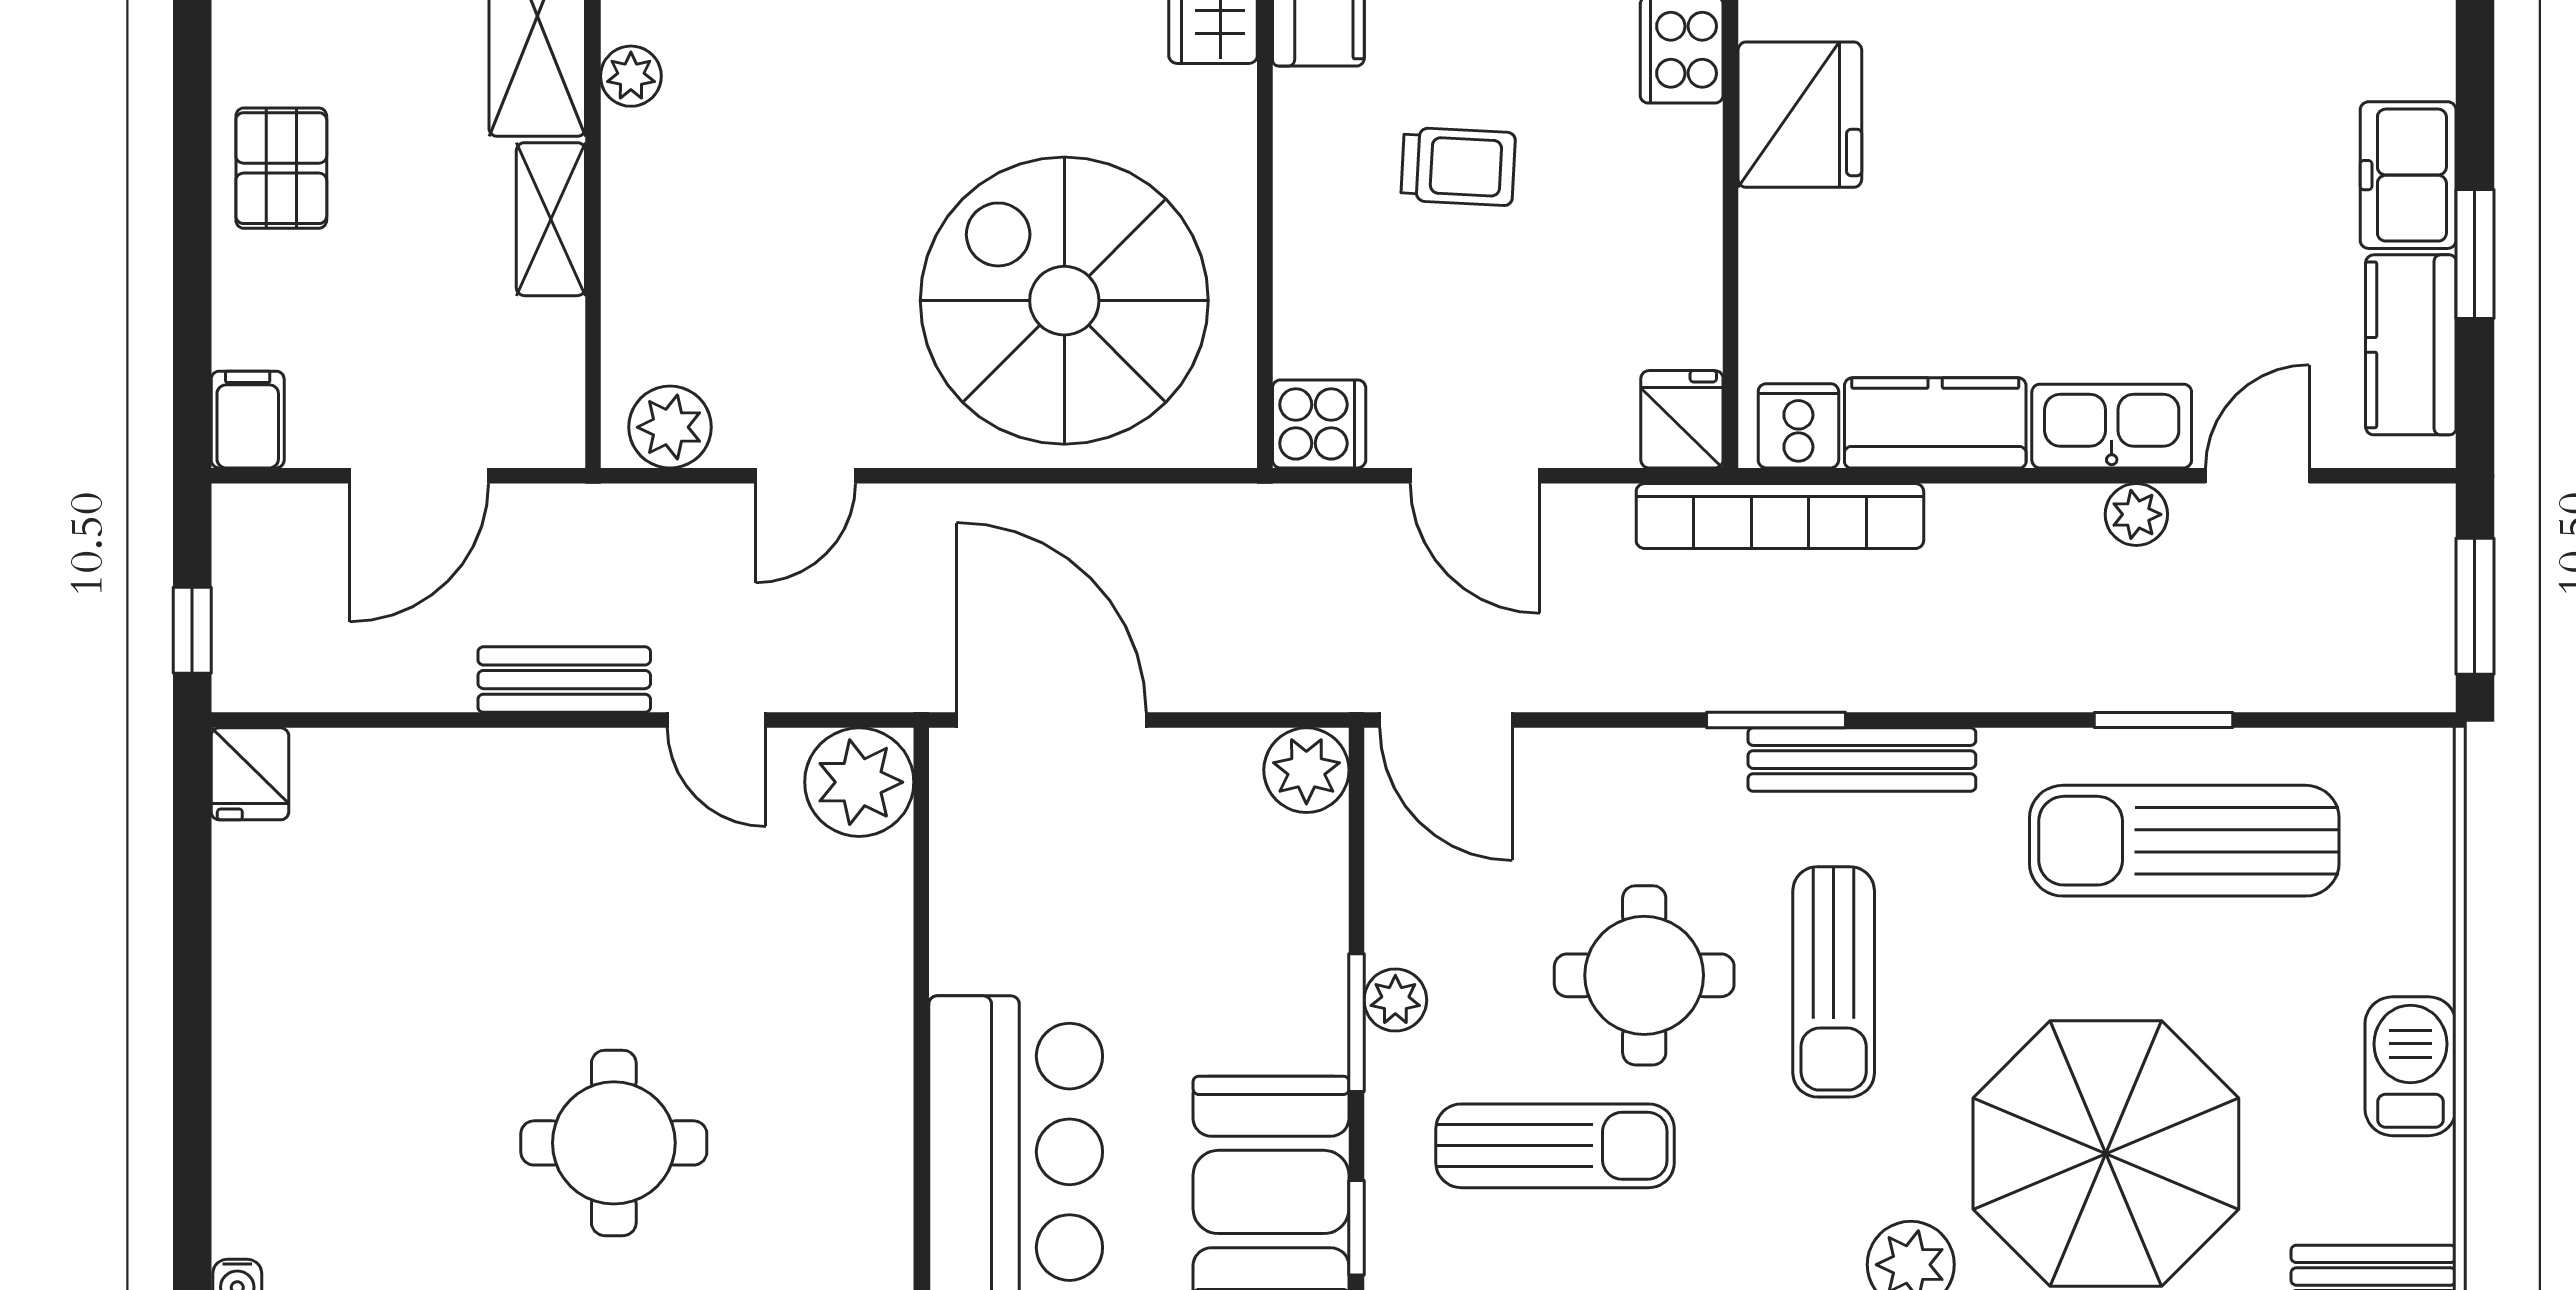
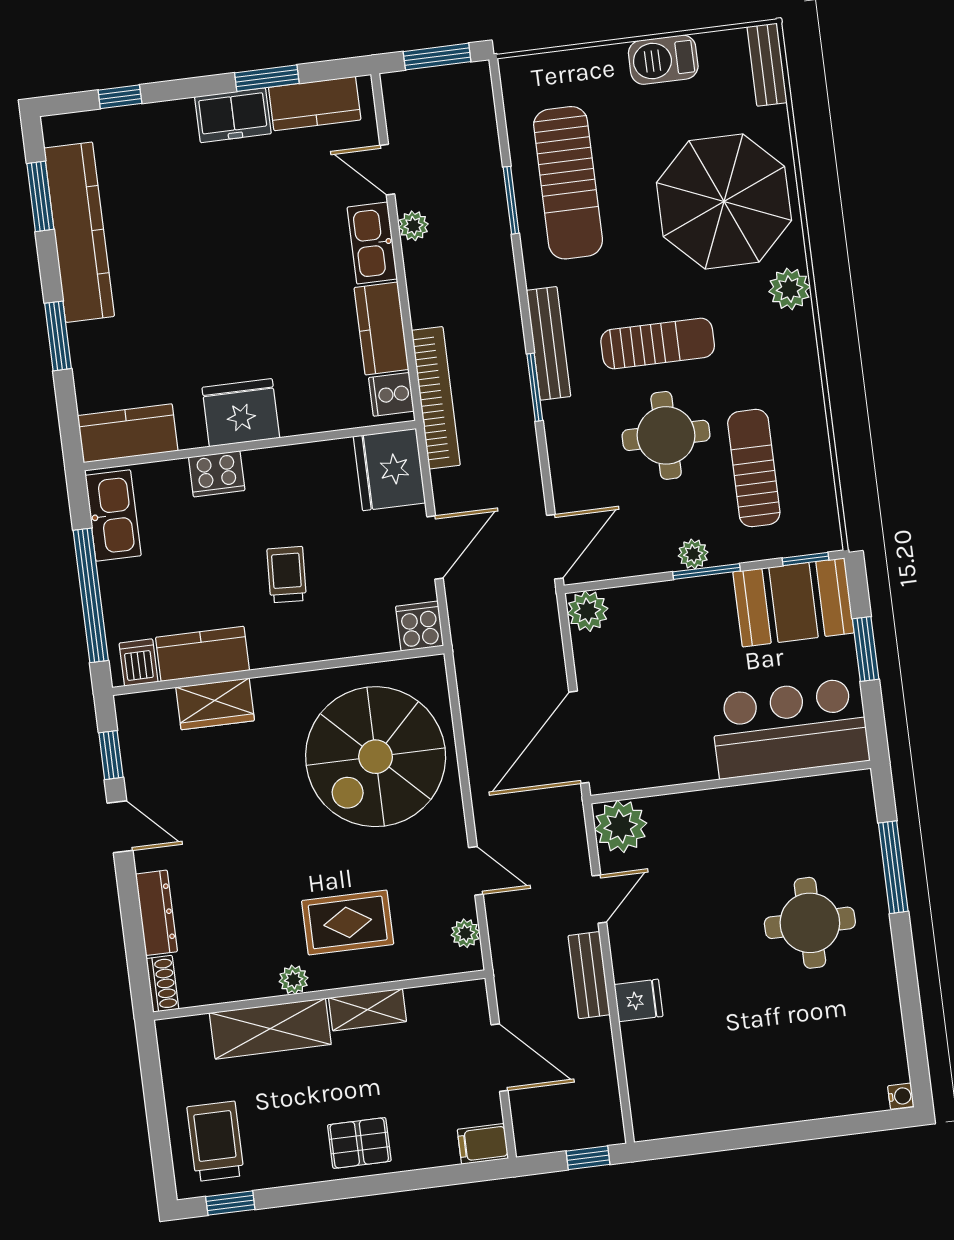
rug: (734, 201) -> (348, 922), added
fridge: (1682, 419) -> (389, 470), width x1.88, depth x1.34
plant: (670, 427) -> (465, 933), width x0.73, depth x0.73
fridge: (250, 774) -> (639, 1000), moved

